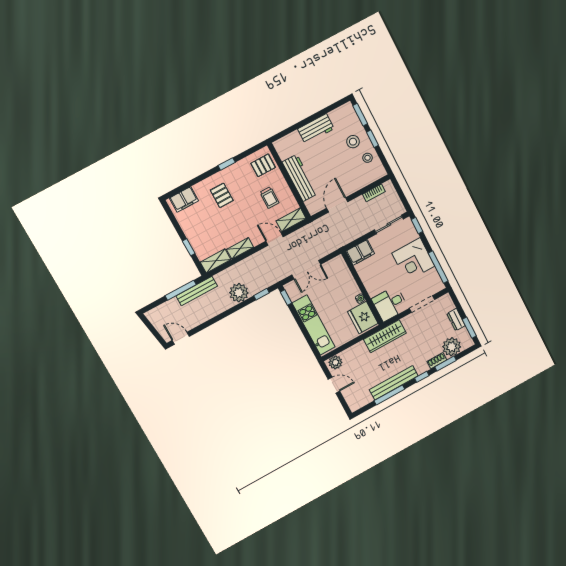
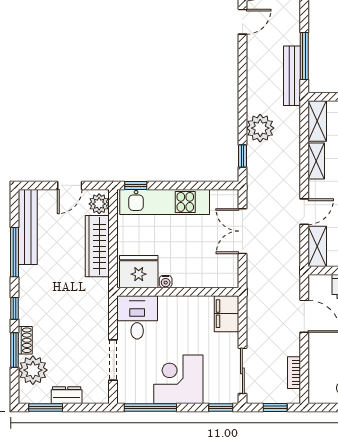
window: (400, 193) -> (275, 407), added
window: (286, 297) -> (136, 185), moved
wardrobe: (385, 336) -> (97, 246), moved
bench: (394, 383) -> (28, 227), moved

